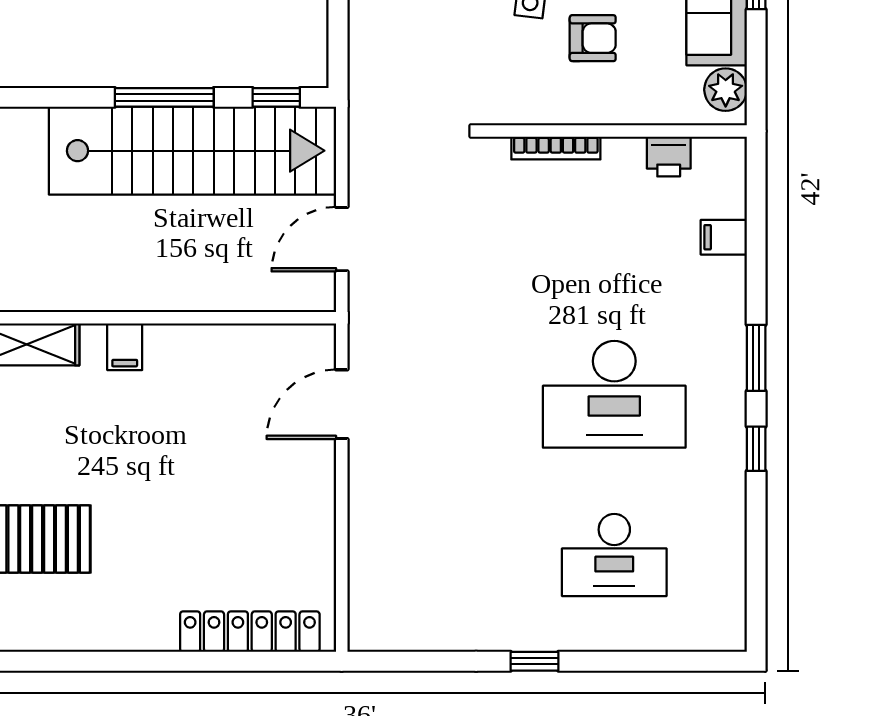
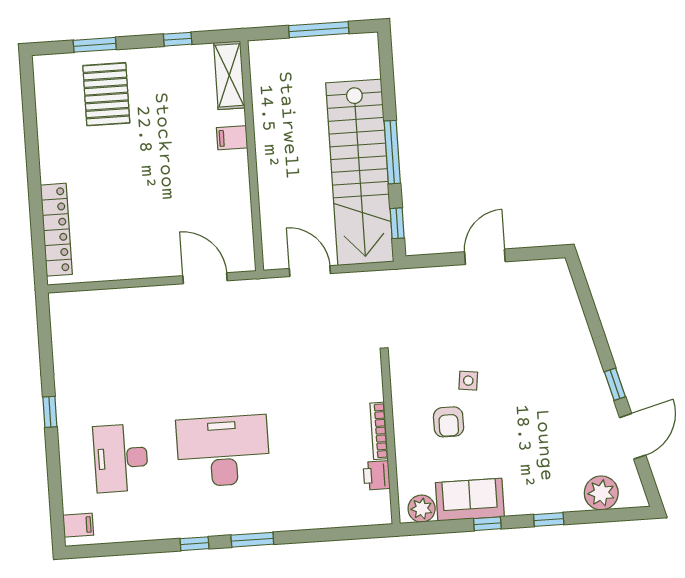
bookcase: (556, 148) -> (379, 431), moved
filing cabinet: (724, 237) -> (78, 525), moved, turned 90
desk: (614, 394) -> (223, 451), turned 90

